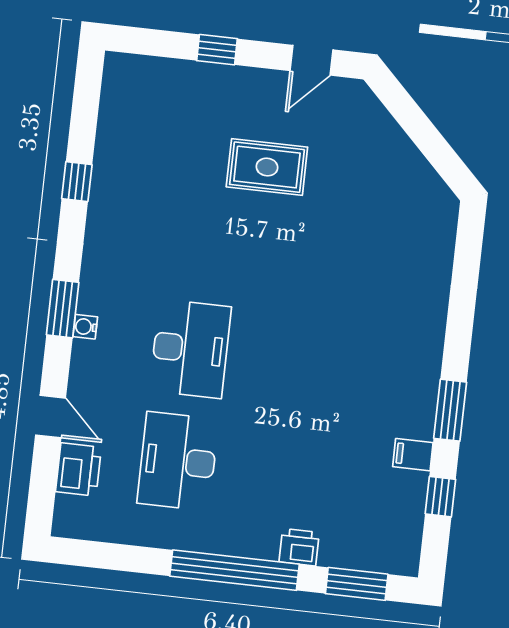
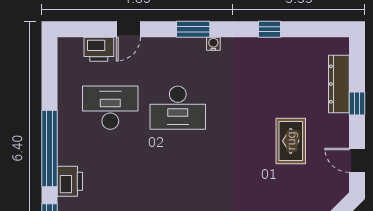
dresser: (181, 76) -> (339, 84), added
water cooler: (85, 327) -> (213, 44), moved
printer: (299, 547) -> (70, 181), width x1.36, depth x1.24

